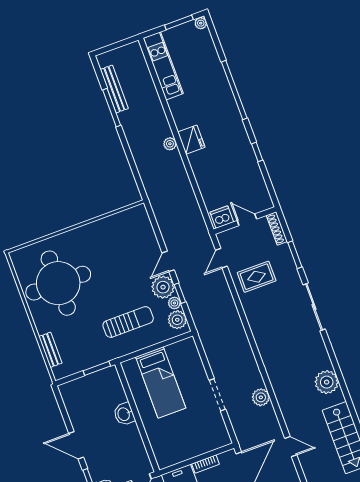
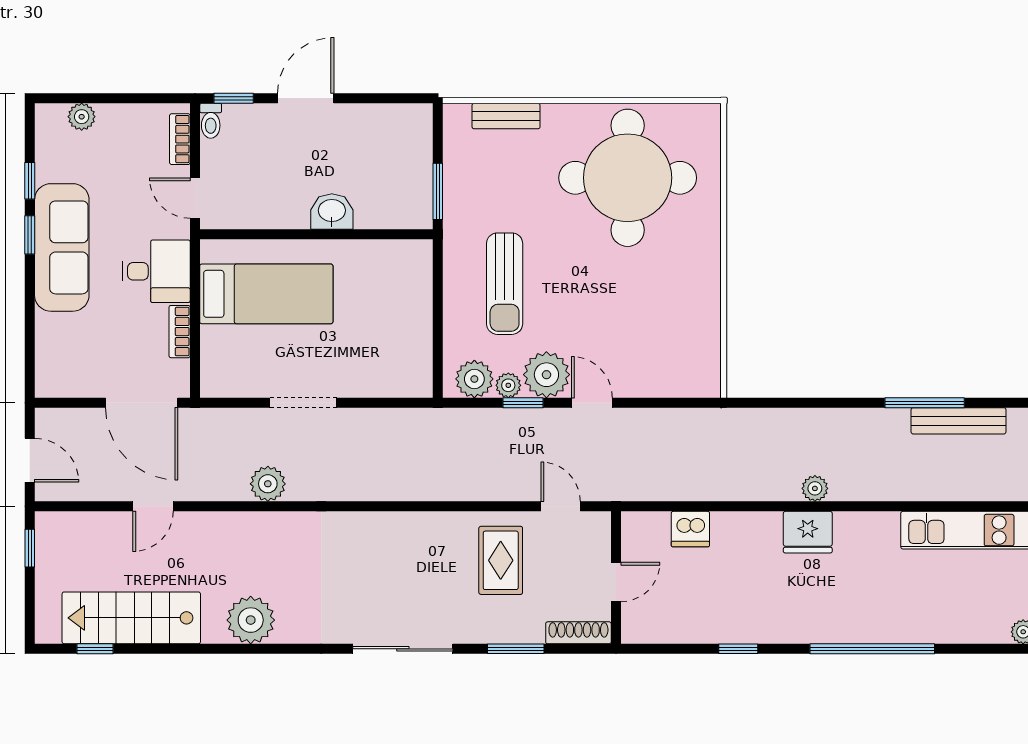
dishwasher: (222, 217) -> (690, 529), moved, turned 90
bed: (161, 382) -> (266, 294), moved, turned 180

